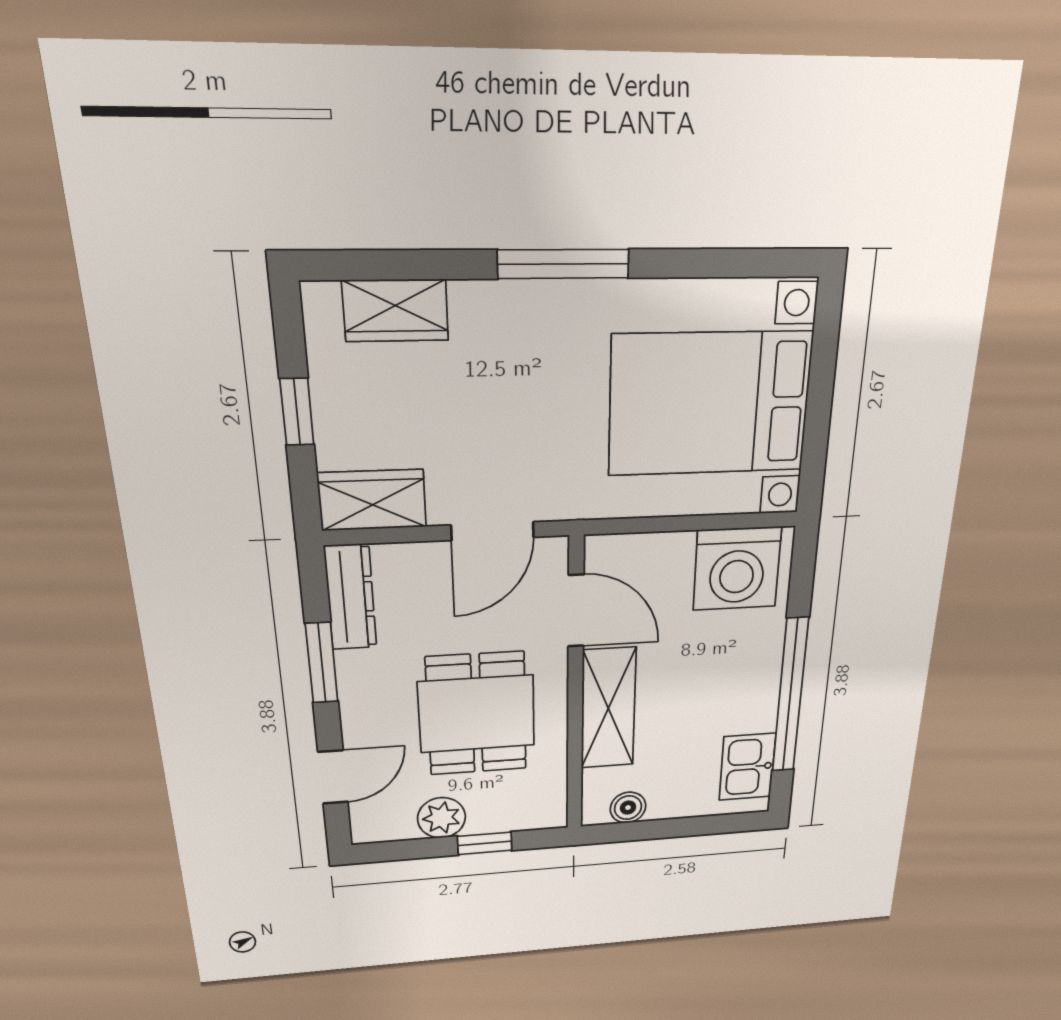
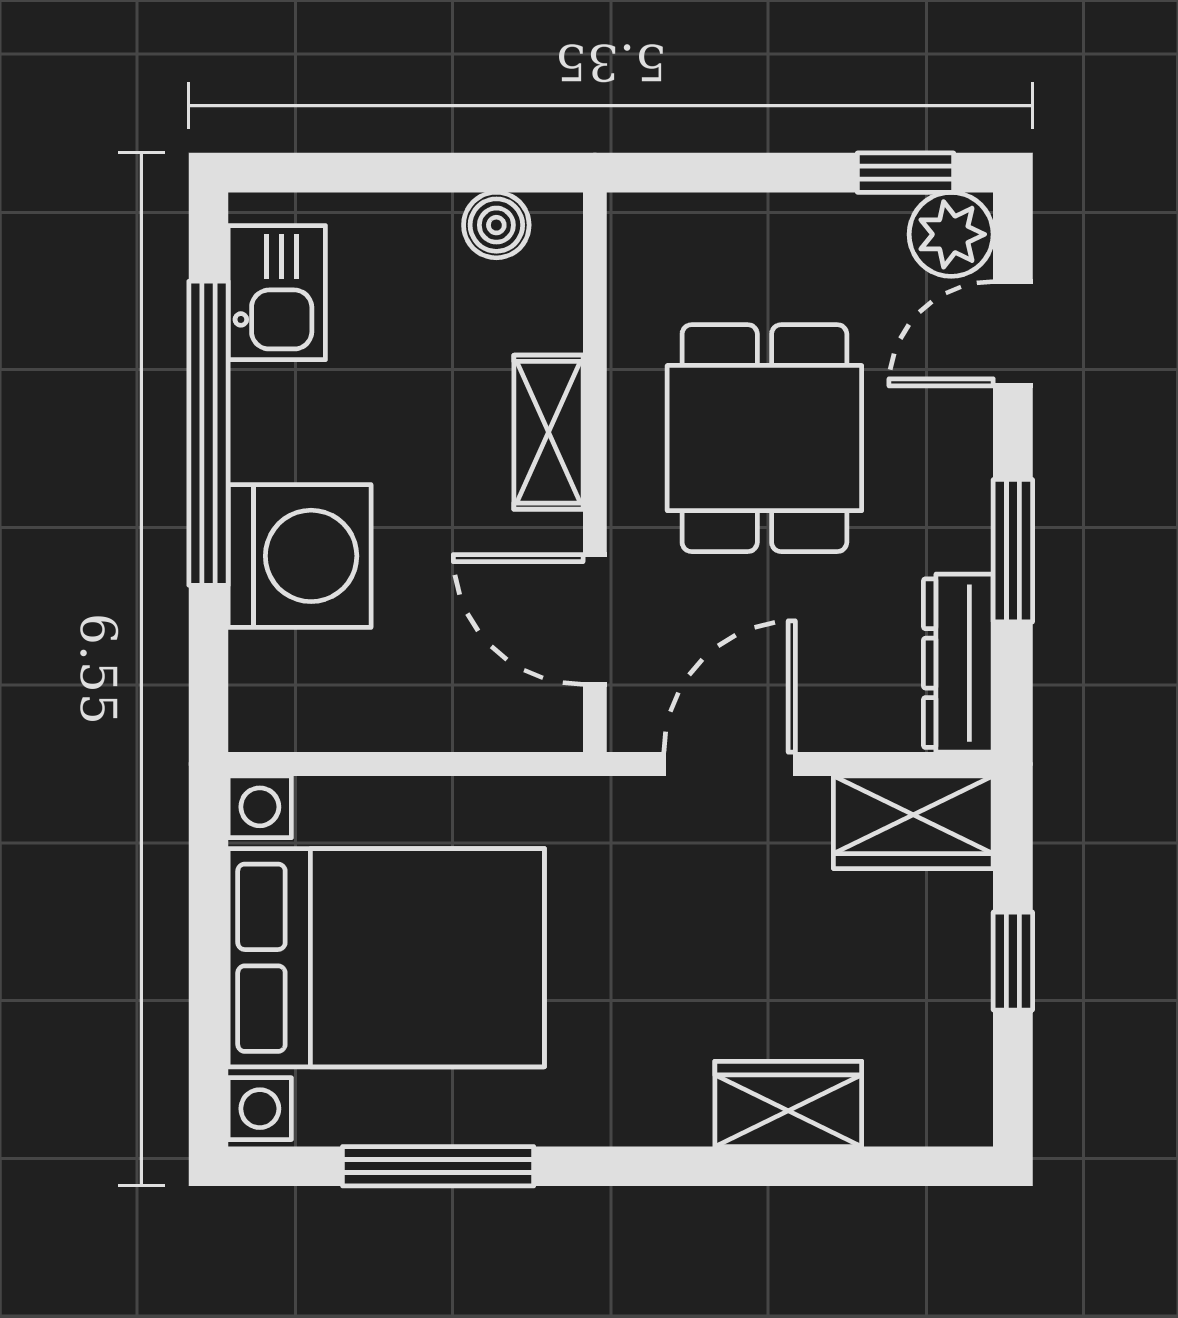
window: (563, 264) -> (438, 1166), moved
wardrobe: (396, 310) -> (788, 1104), moved
washing machine: (737, 569) -> (300, 556), moved, turned 90
shelving: (608, 708) -> (548, 432), width x0.67, depth x0.75
plant: (442, 818) -> (951, 234), moved
window: (485, 843) -> (906, 173), moved

